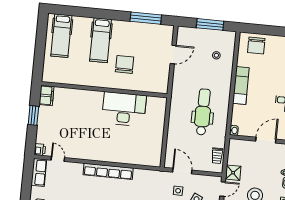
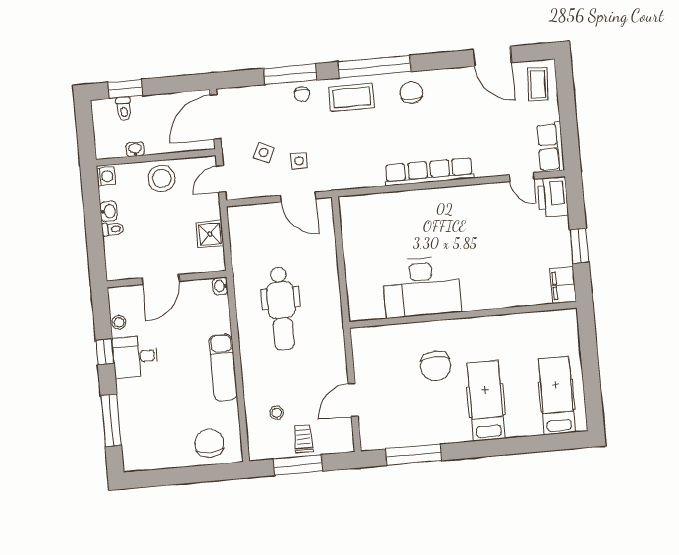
printer: (40, 150) -> (553, 197), width x1.87, depth x1.48
trolley: (217, 156) -> (303, 439), moved
shower: (233, 173) -> (210, 234), moved

